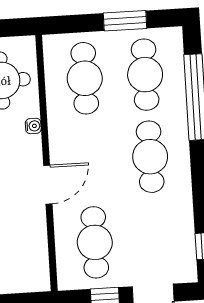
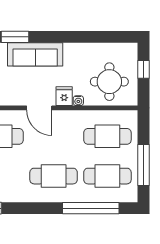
window: (125, 21) -> (144, 165), width x1.44
fridge: (28, 148) -> (64, 96), added

